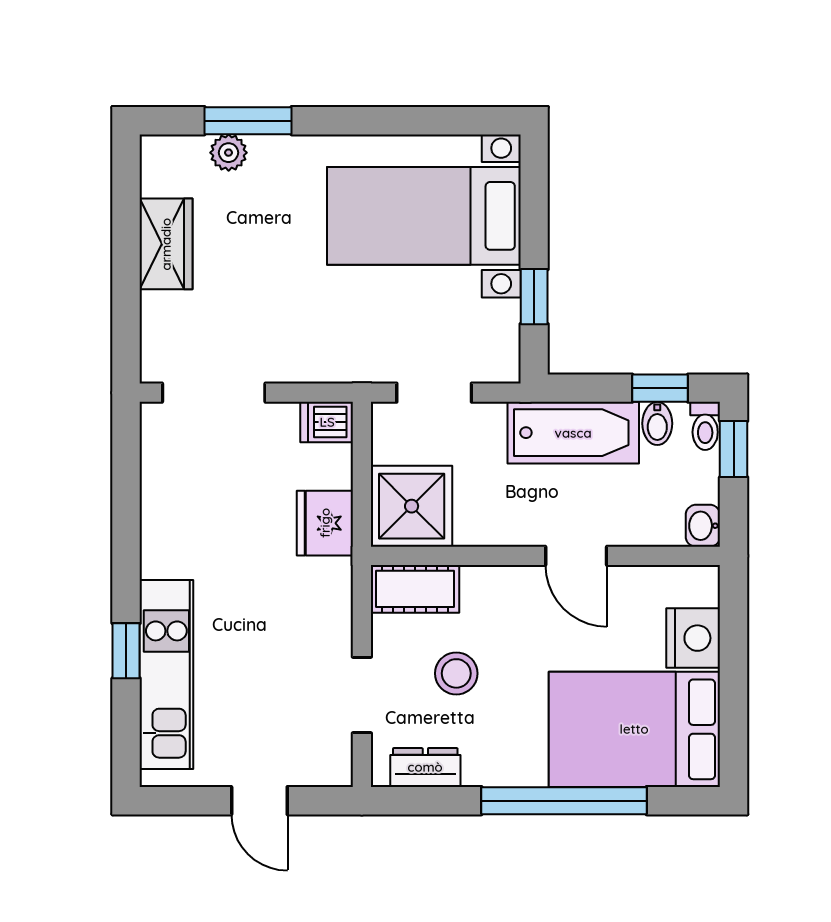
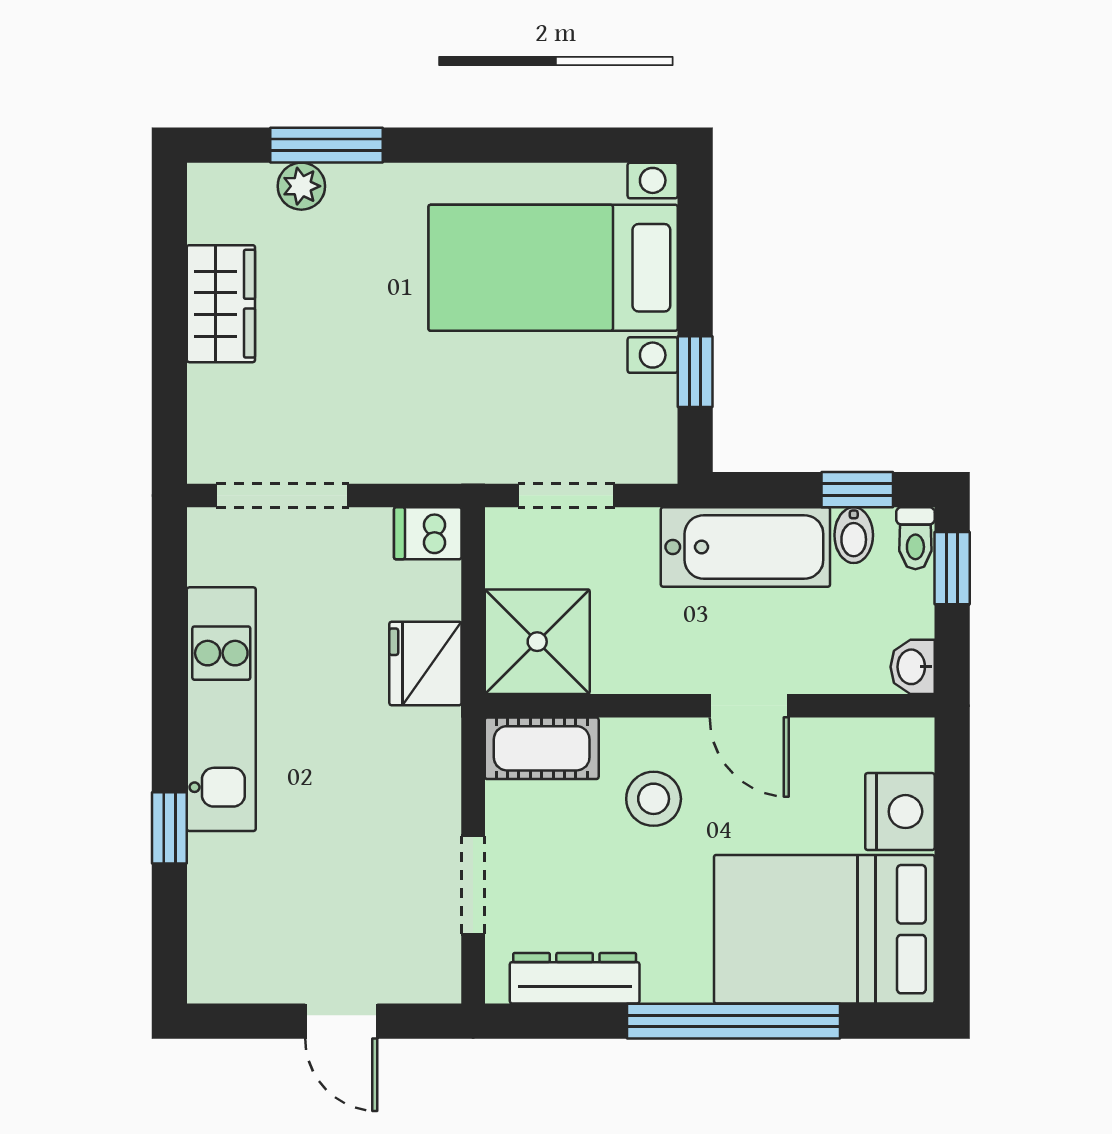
stool: (456, 673) -> (654, 799), moved
kitchen unit: (166, 674) -> (221, 709), moved
dresser: (425, 767) -> (575, 978), width x1.44

